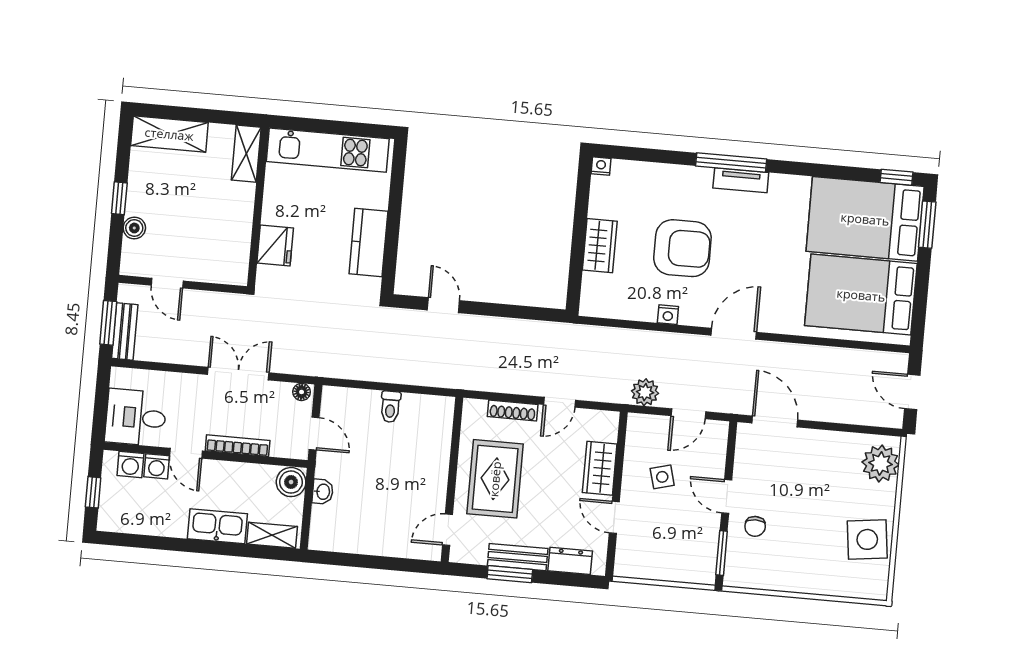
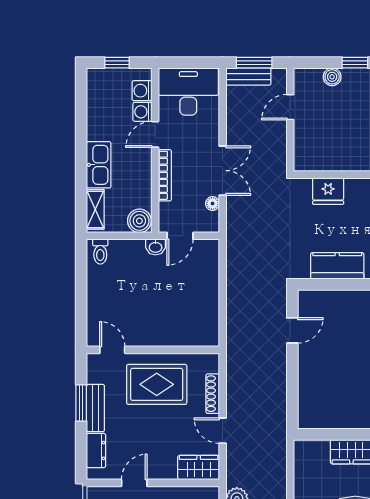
floor lamp: (302, 392) -> (213, 203), moved
toilet: (390, 407) -> (100, 252), moved, turned -90
desk: (136, 417) -> (188, 92), width x1.37
wardrobe: (600, 468) -> (199, 468), moved
washbasin: (323, 492) -> (155, 247), moved

